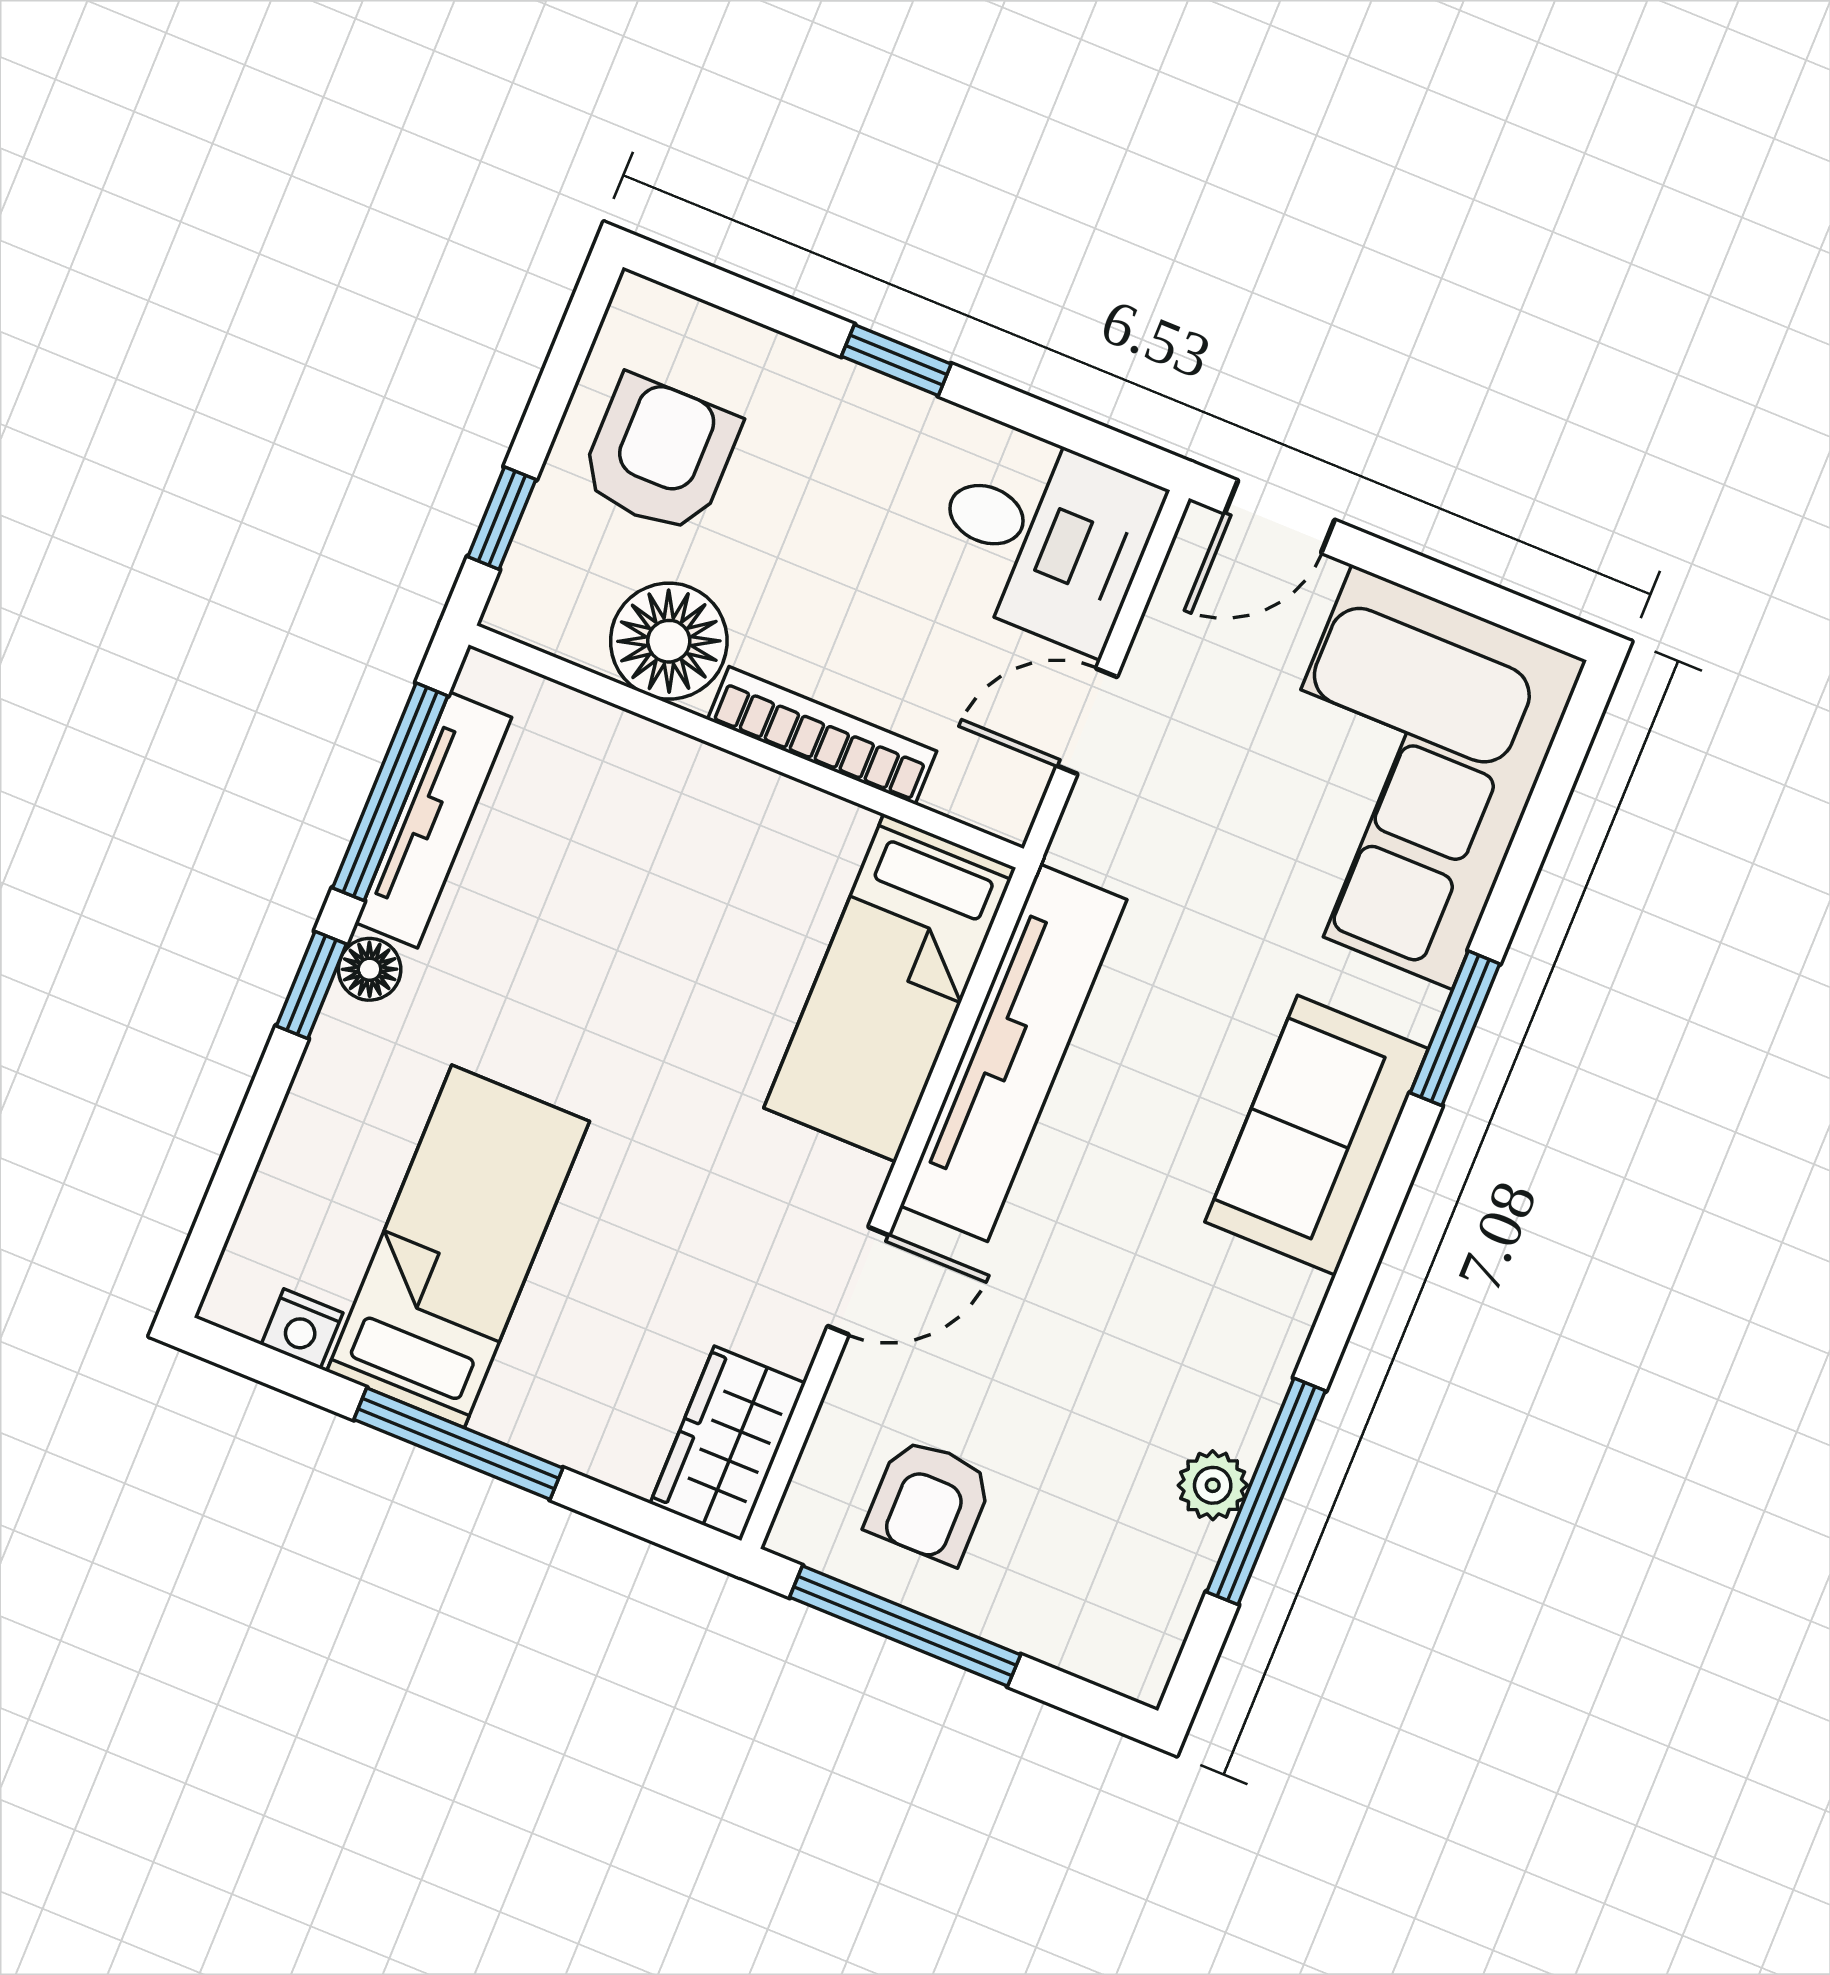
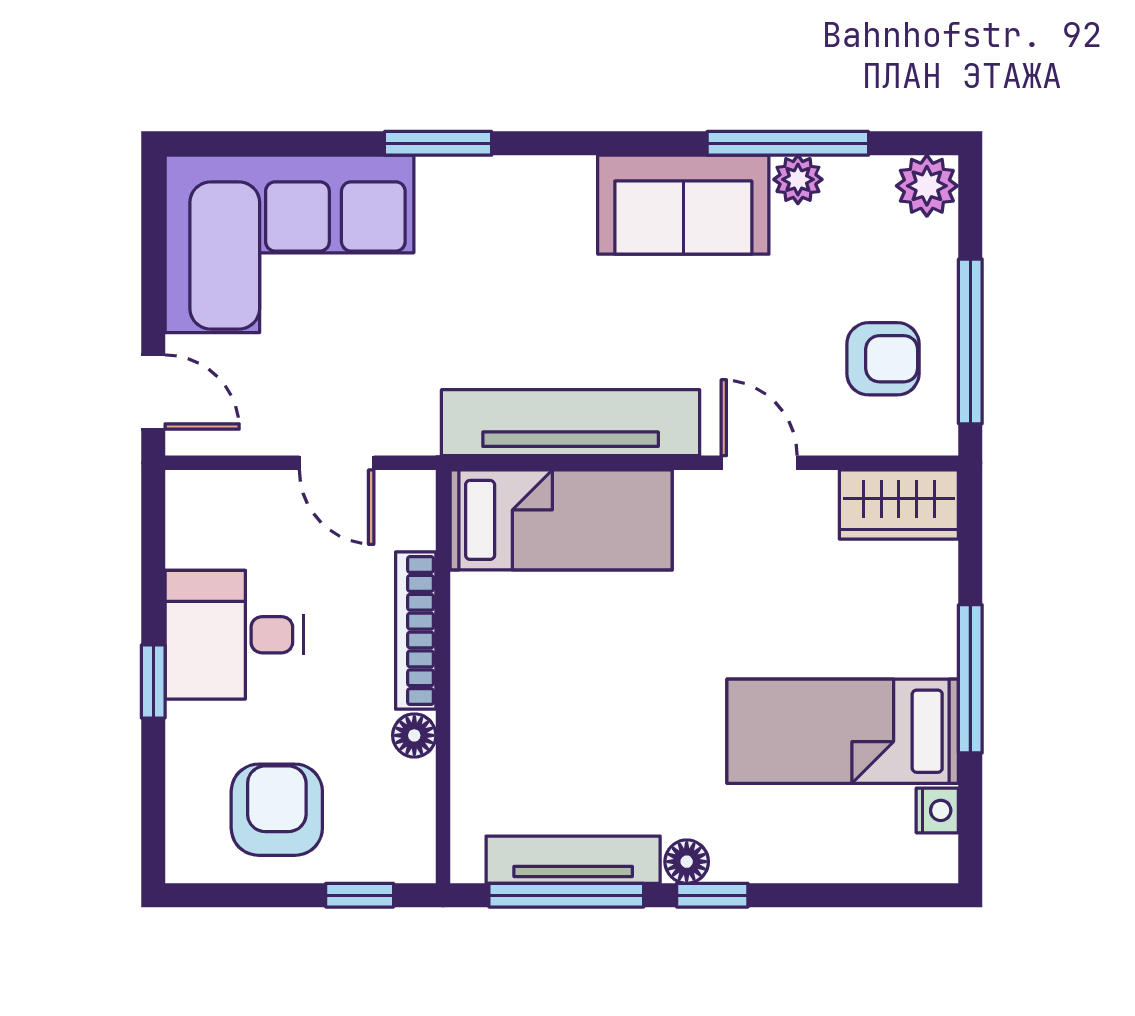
armchair: (660, 455) -> (277, 810), turned 90
desk: (1043, 538) -> (234, 635), moved, turned -90
floor lamp: (669, 641) -> (414, 735), width x0.53, depth x0.53
sofa: (1317, 1135) -> (683, 205), moved
plant: (1135, 1653) -> (927, 186), added

